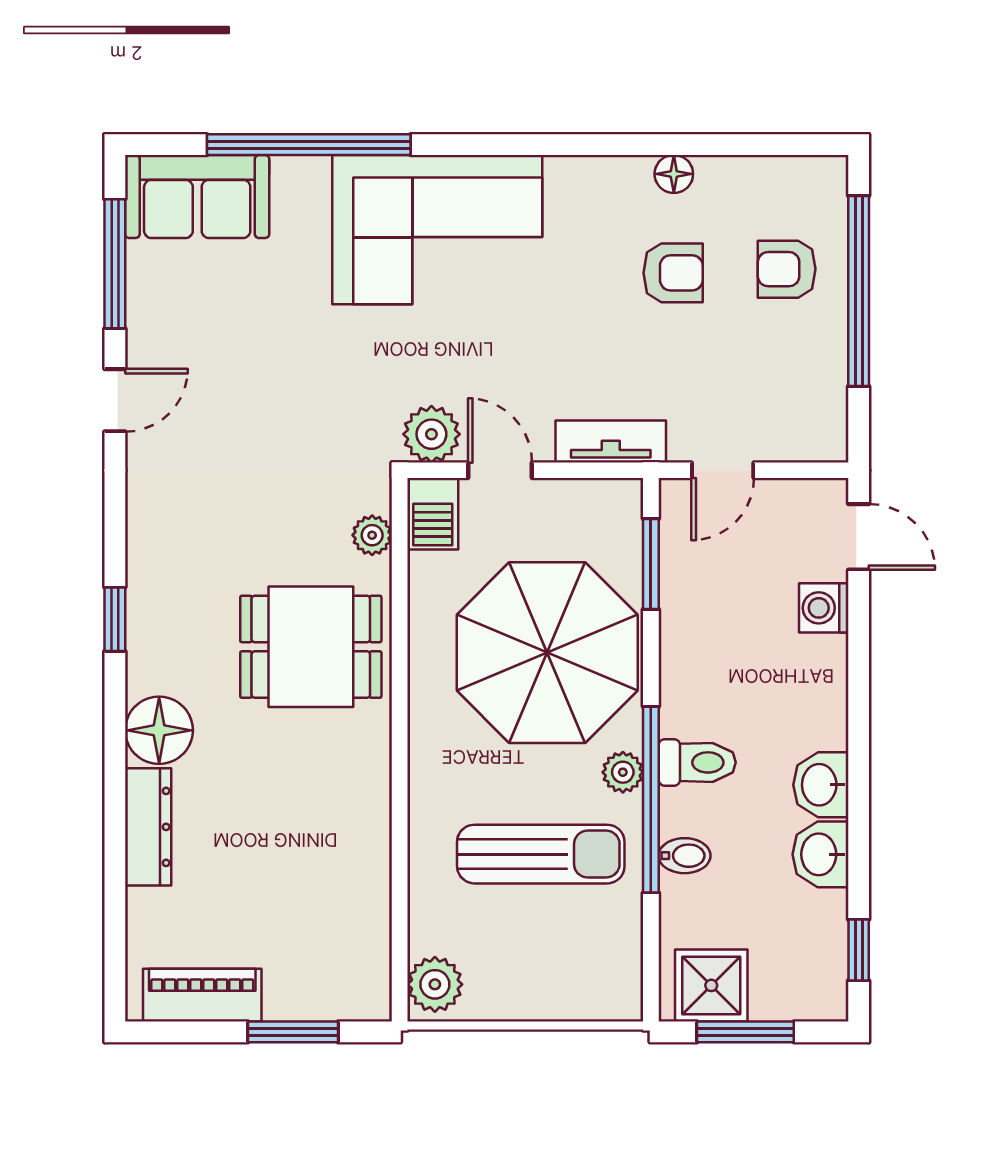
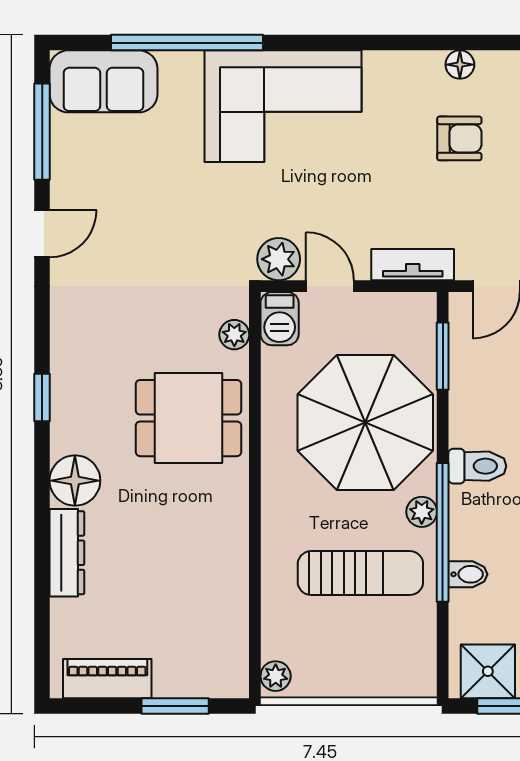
toilet: (697, 762) -> (477, 466), moved
plant: (435, 984) -> (276, 676), width x0.73, depth x0.73

